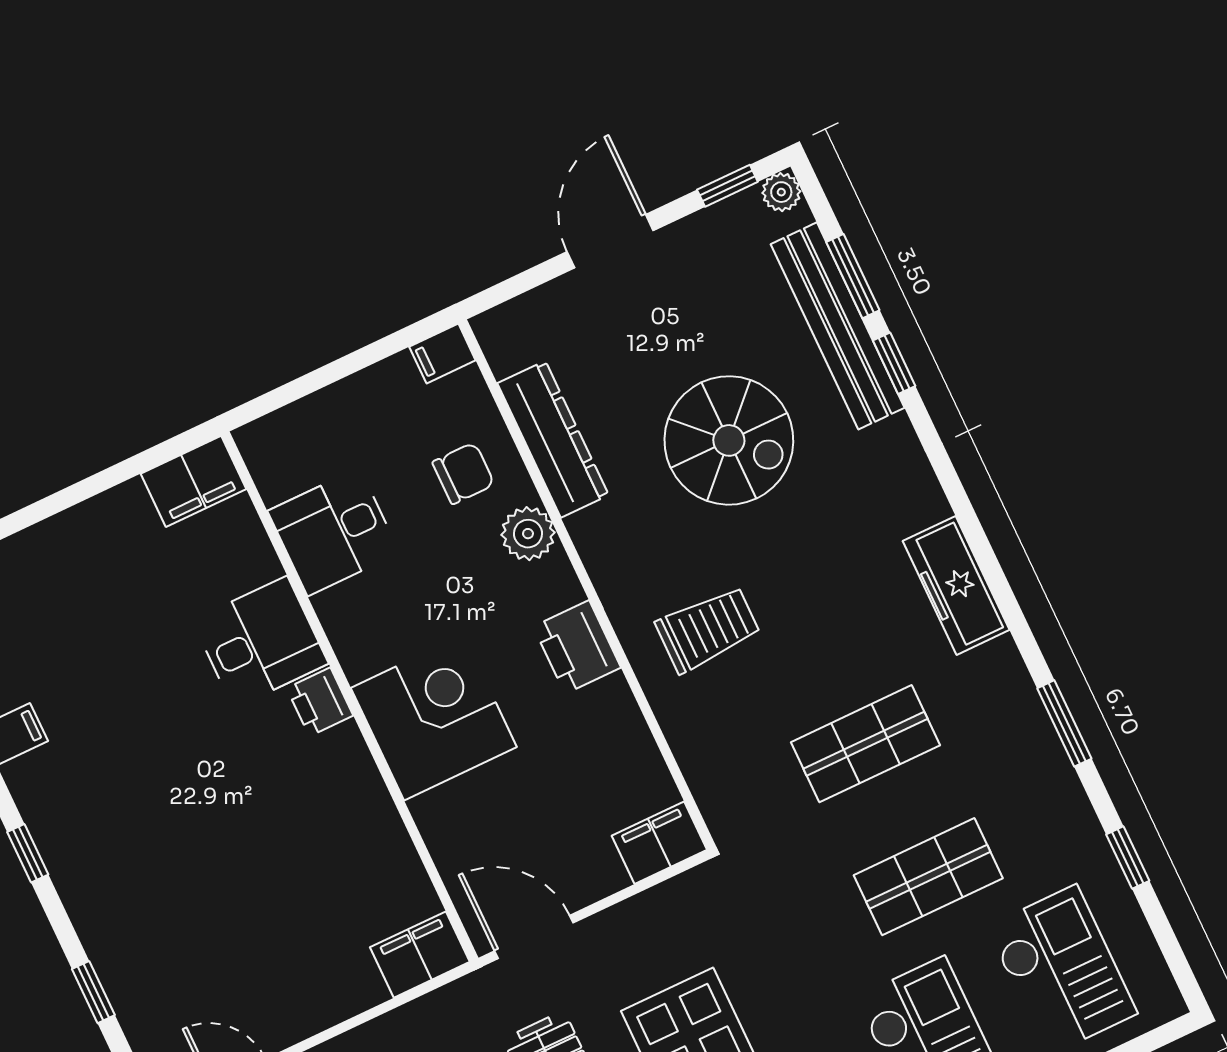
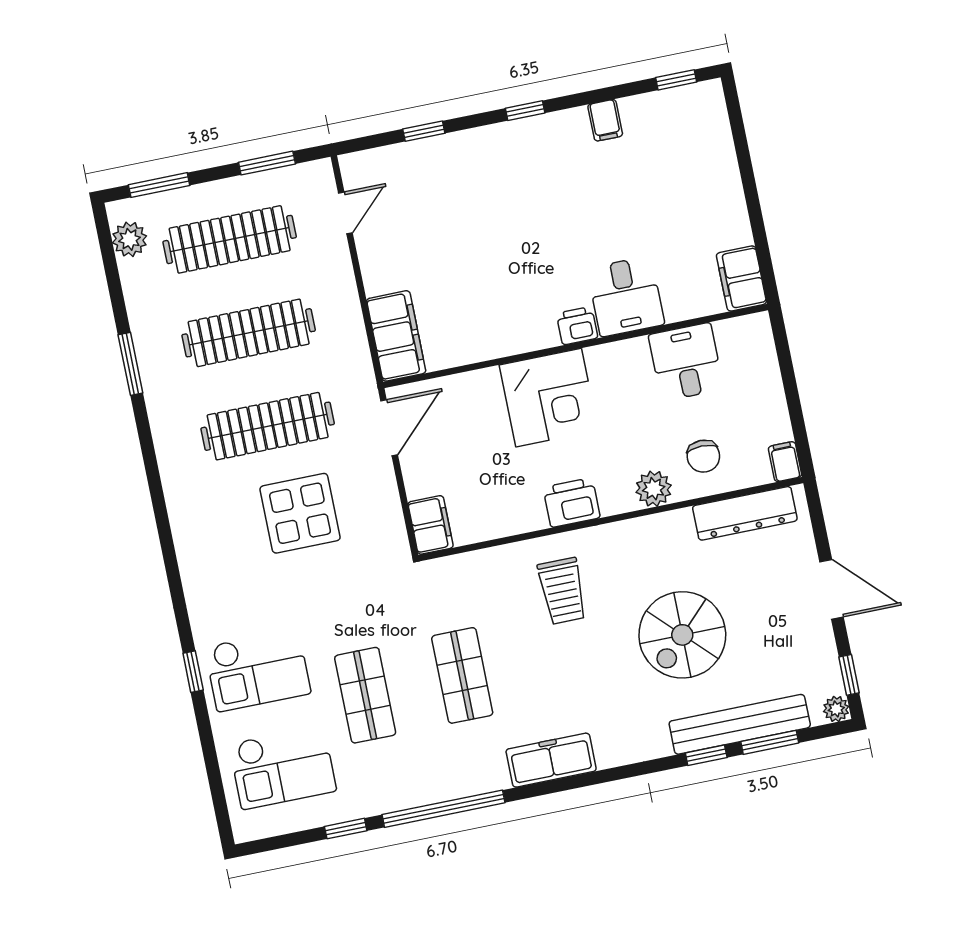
dresser: (553, 439) -> (745, 513), moved
window: (1064, 723) -> (444, 809), width x2.11
filing cabinet: (420, 955) -> (396, 336), width x1.50, depth x1.17

